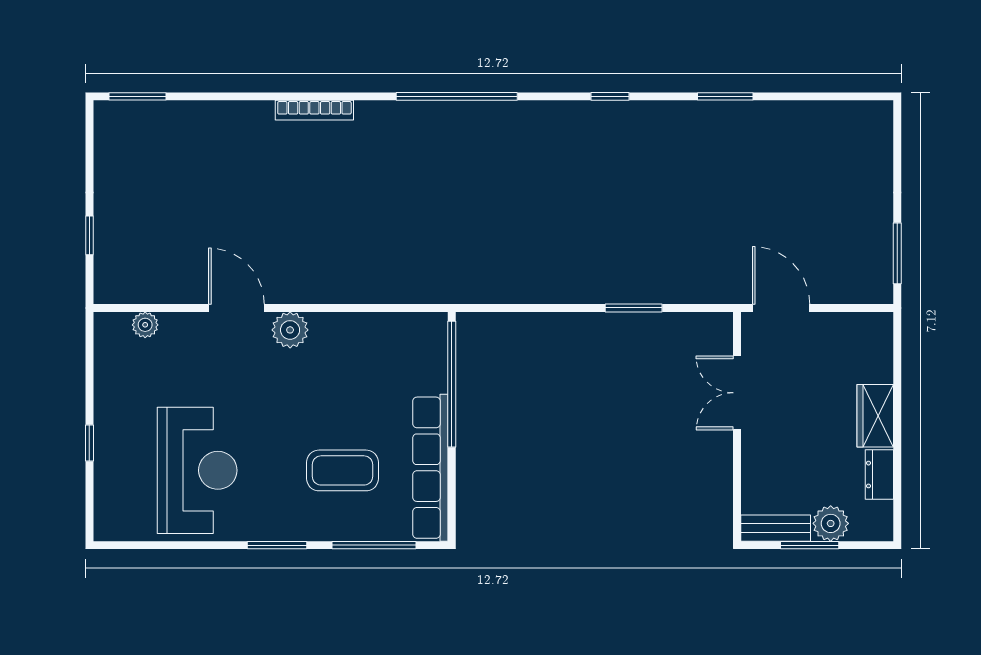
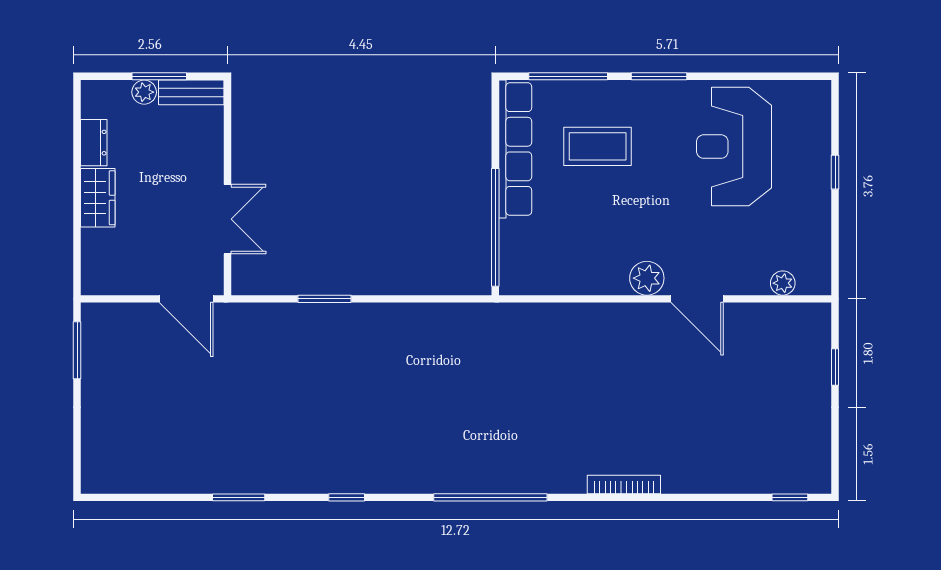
window: (138, 96) -> (790, 497), width x0.67
plant: (831, 523) -> (144, 92), width x0.73, depth x0.73

